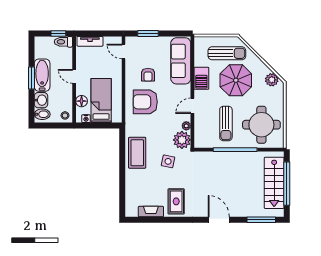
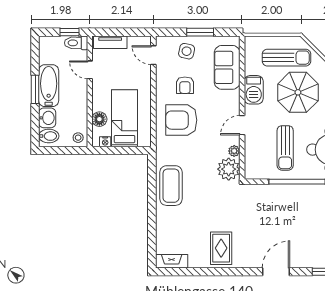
window: (148, 34) -> (200, 32), moved
sofa: (181, 61) -> (227, 67), width x0.73
door: (74, 76) -> (90, 70), moved
side table: (168, 161) -> (187, 51), moved
fireplace: (151, 212) -> (172, 261), moved
door: (219, 220) -> (276, 272), hinge flipped

